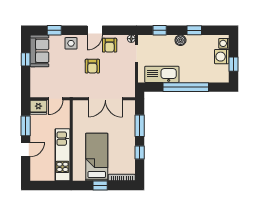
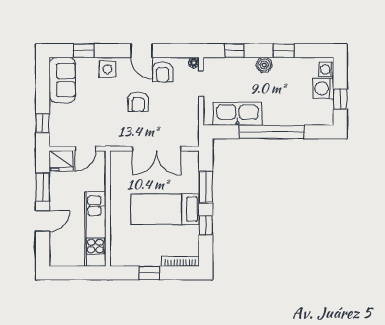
door: (95, 30) -> (142, 51), hinge flipped
window: (26, 59) -> (43, 123), moved
bed: (97, 157) -> (165, 209), moved, turned -90

